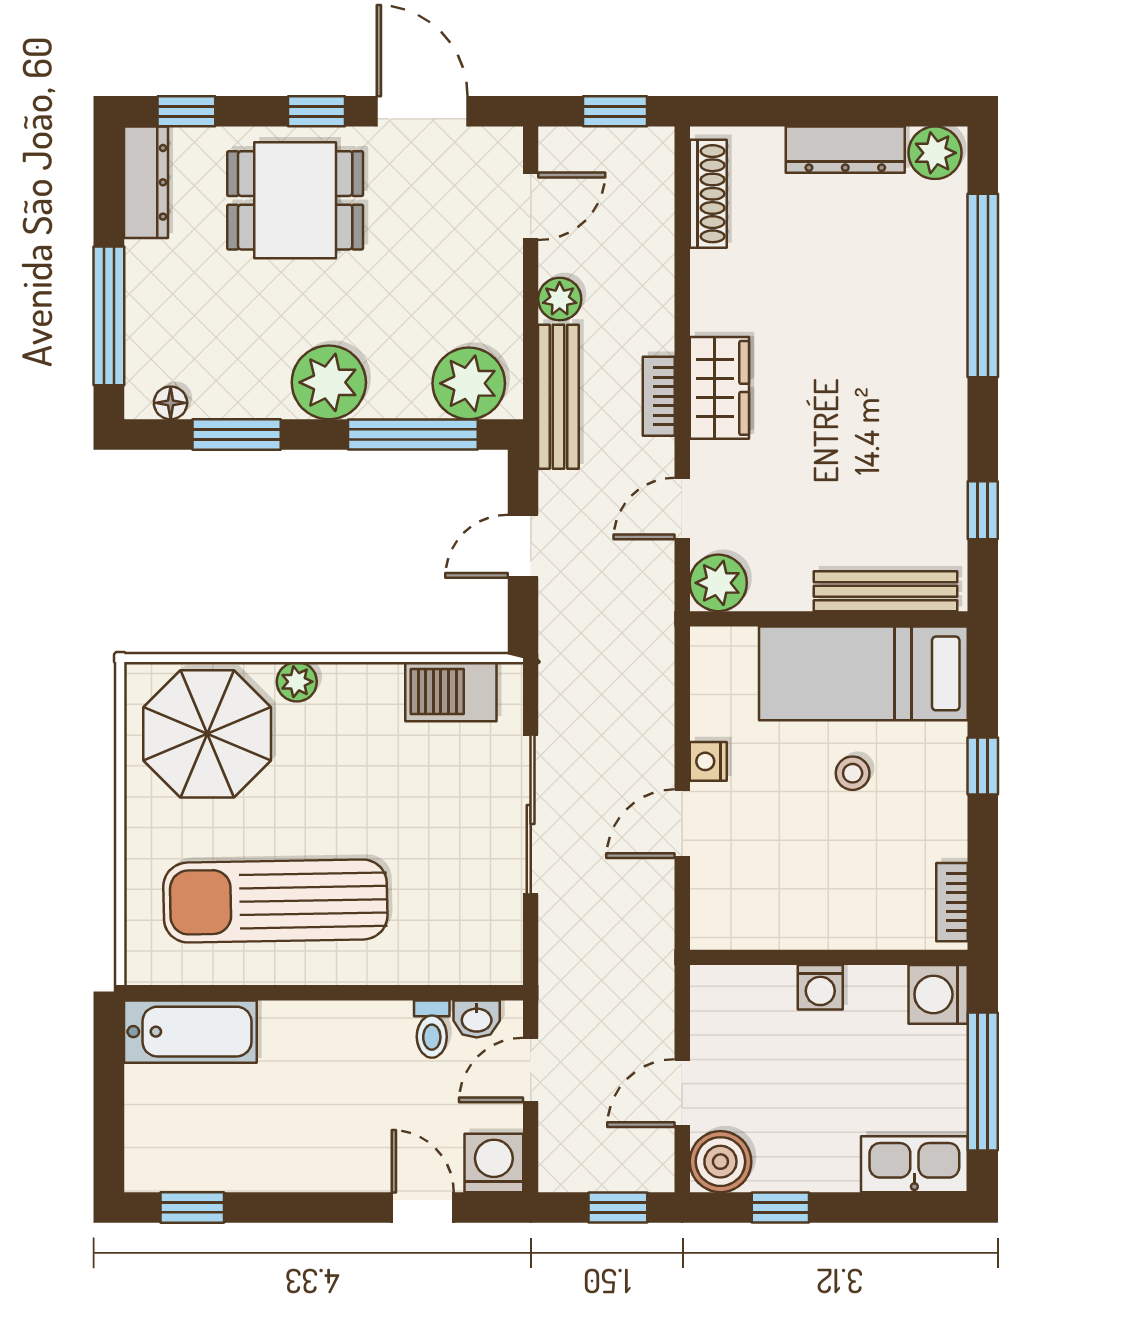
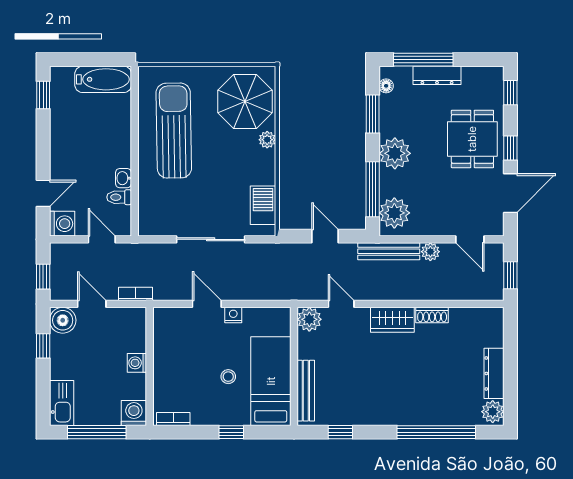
dresser: (146, 182) -> (437, 75), moved
shoe rack: (708, 194) -> (432, 315), moved, width x0.70
bookcase: (659, 396) -> (136, 294), moved
washbasin: (477, 1019) -> (123, 178), moved
bathtub: (190, 1032) -> (103, 79), moved, turned -90

